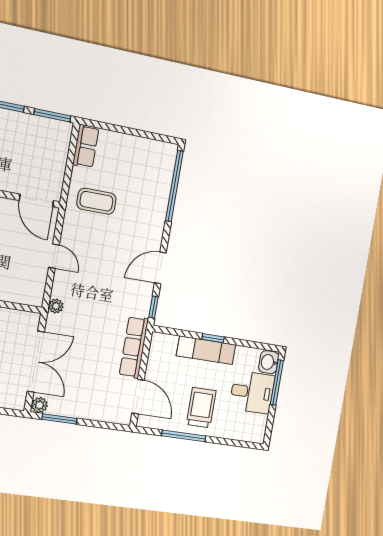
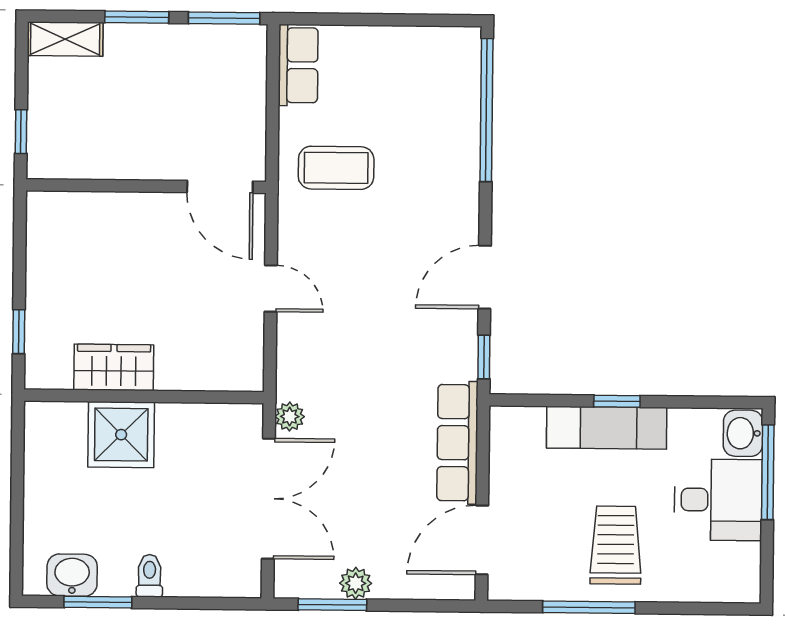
plant: (56, 306) -> (290, 417), moved
door: (138, 397) -> (482, 540), swing flipped
plant: (39, 405) -> (356, 583), moved

